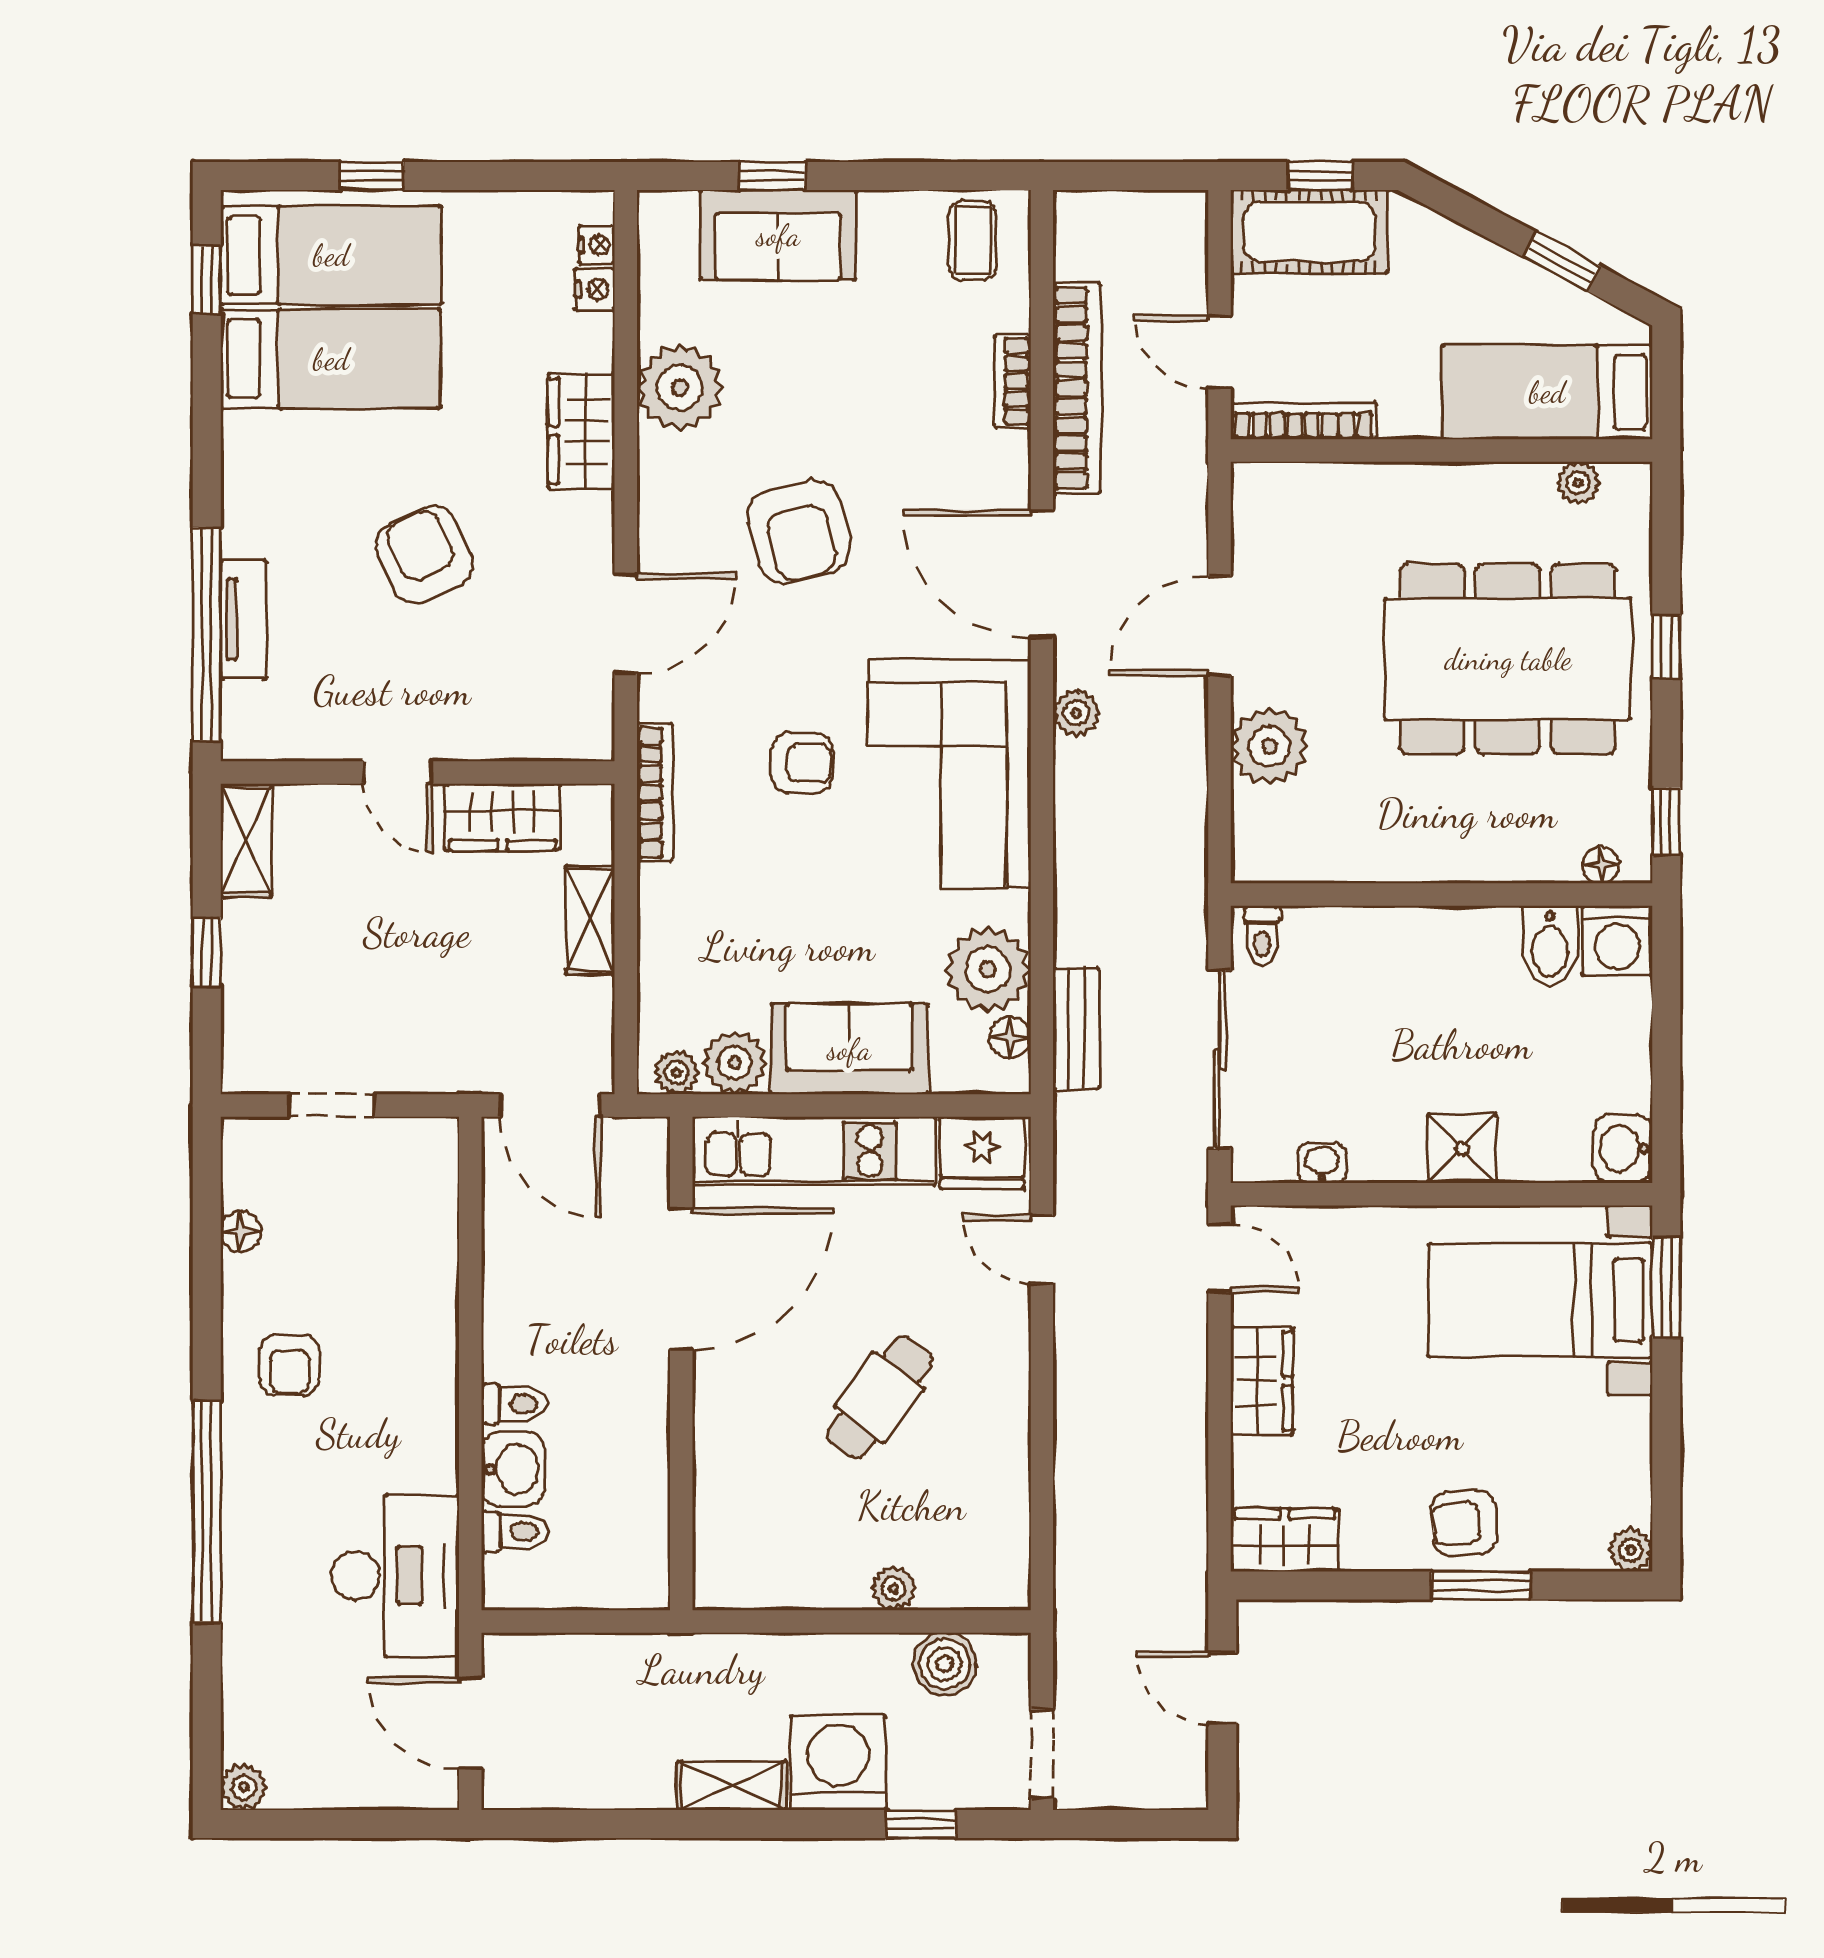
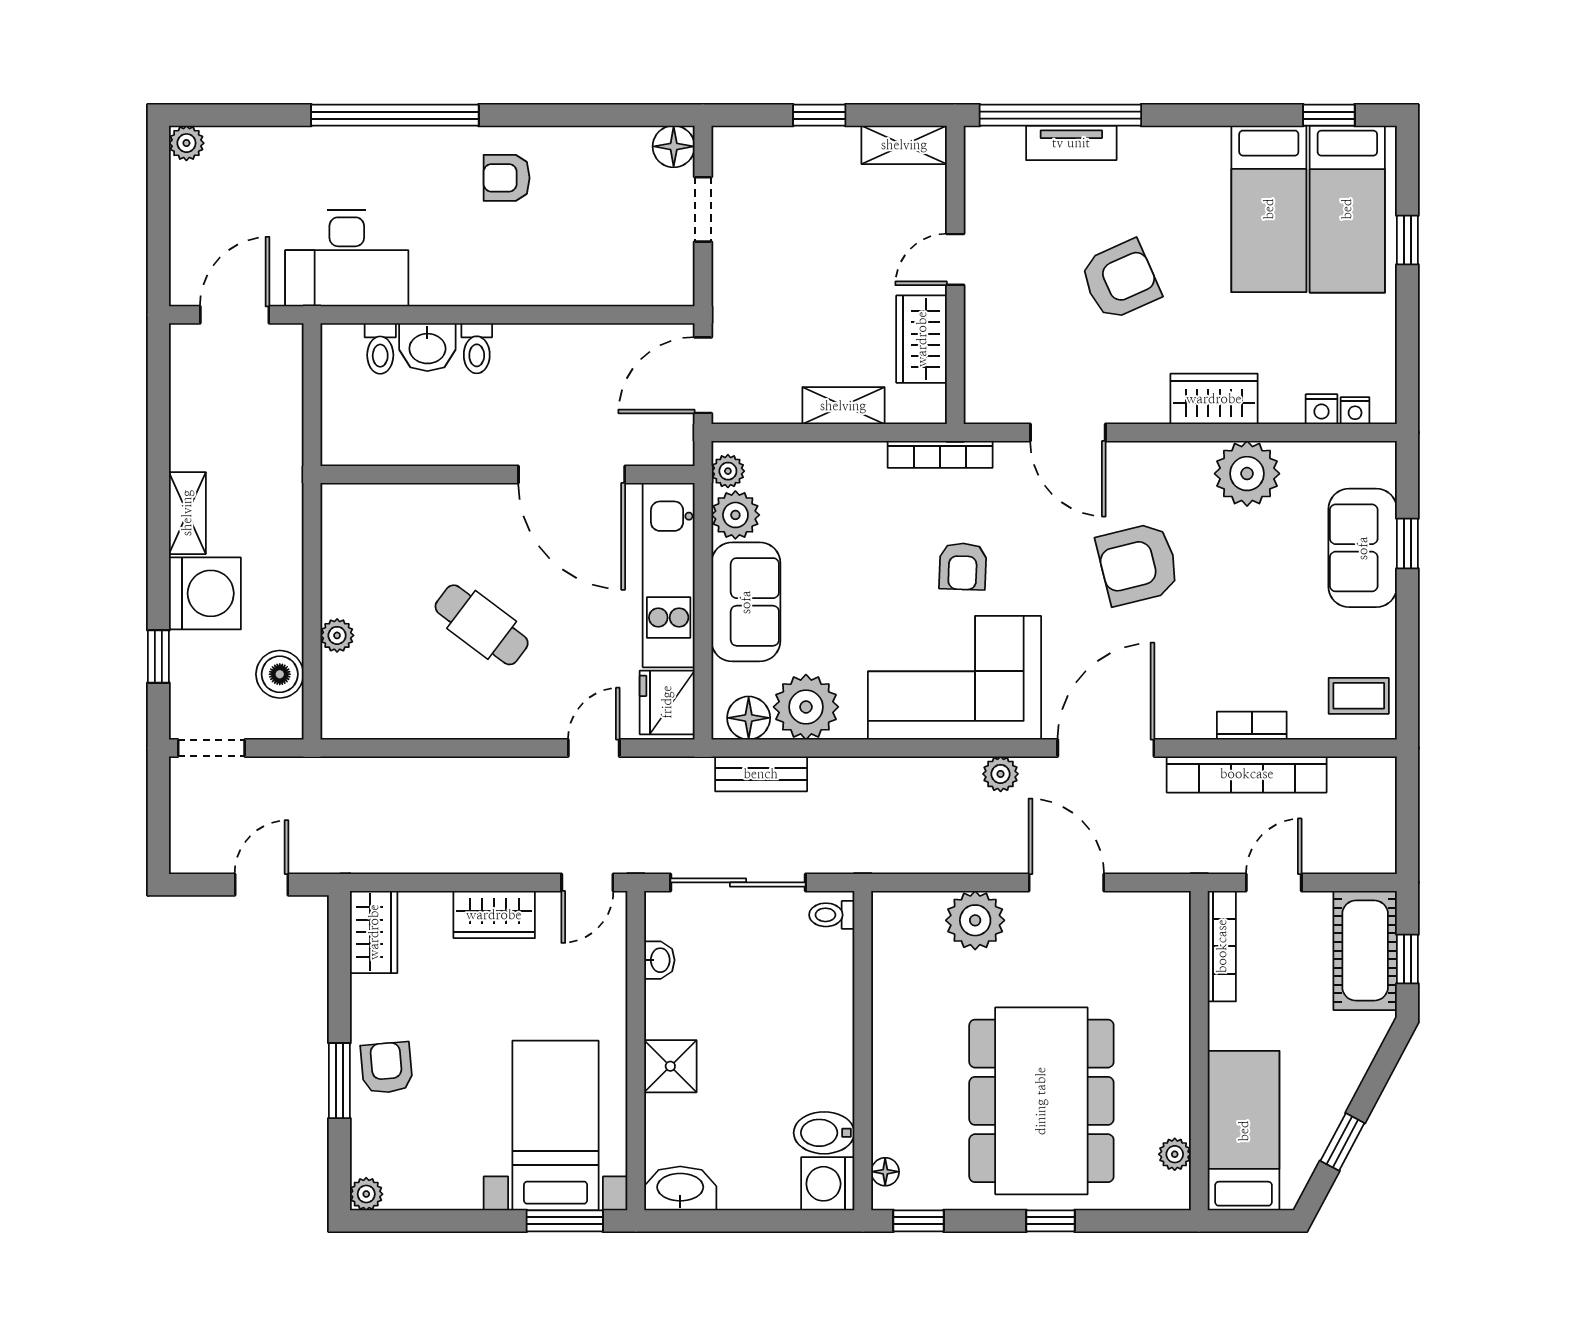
floor lamp: (1010, 1038) -> (749, 718), width x1.37, depth x1.37
washbasin: (1623, 1149) -> (680, 1188), width x1.38
floor lamp: (241, 1232) -> (674, 146), moved, width x1.37, depth x1.37

